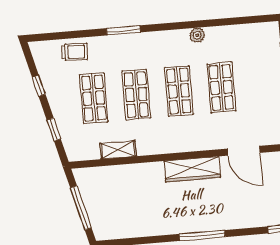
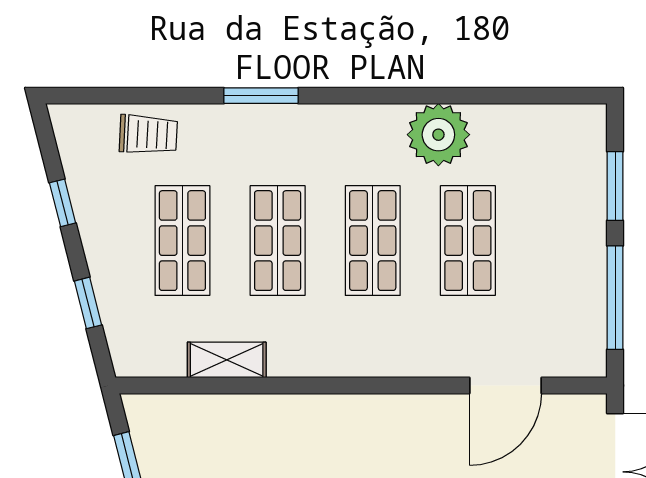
plant: (197, 35) -> (438, 135), width x1.88, depth x1.88
door: (244, 151) -> (505, 386), hinge flipped
wardrobe: (192, 169) -> (388, 417), removed

